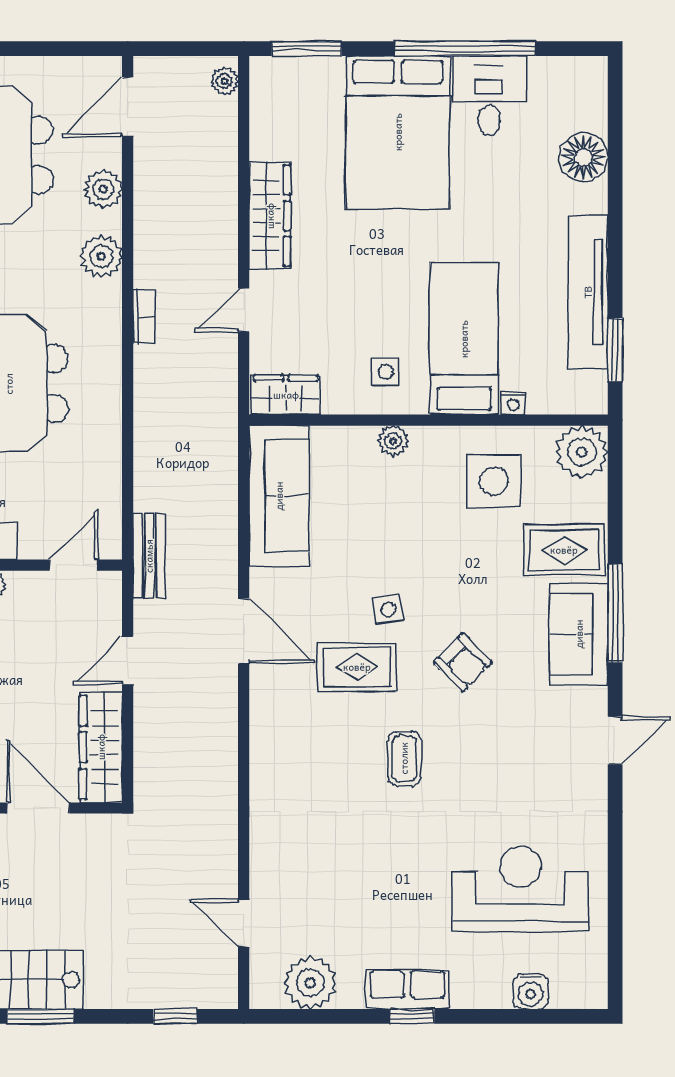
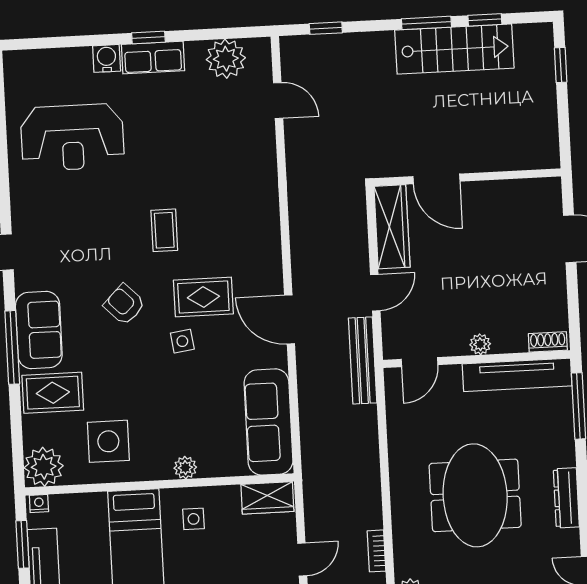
nightstand: (513, 403) -> (39, 504), moved
bench: (149, 556) -> (363, 360), width x1.36
water cooler: (531, 991) -> (107, 58), moved

